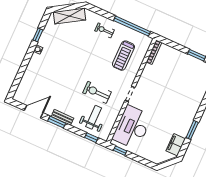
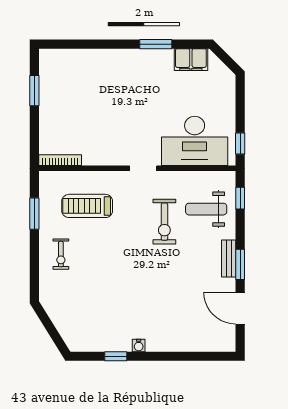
shelving: (70, 16) -> (63, 320), removed
window: (132, 26) -> (34, 214), width x0.47
treadmill: (123, 56) -> (87, 206), turned 180

